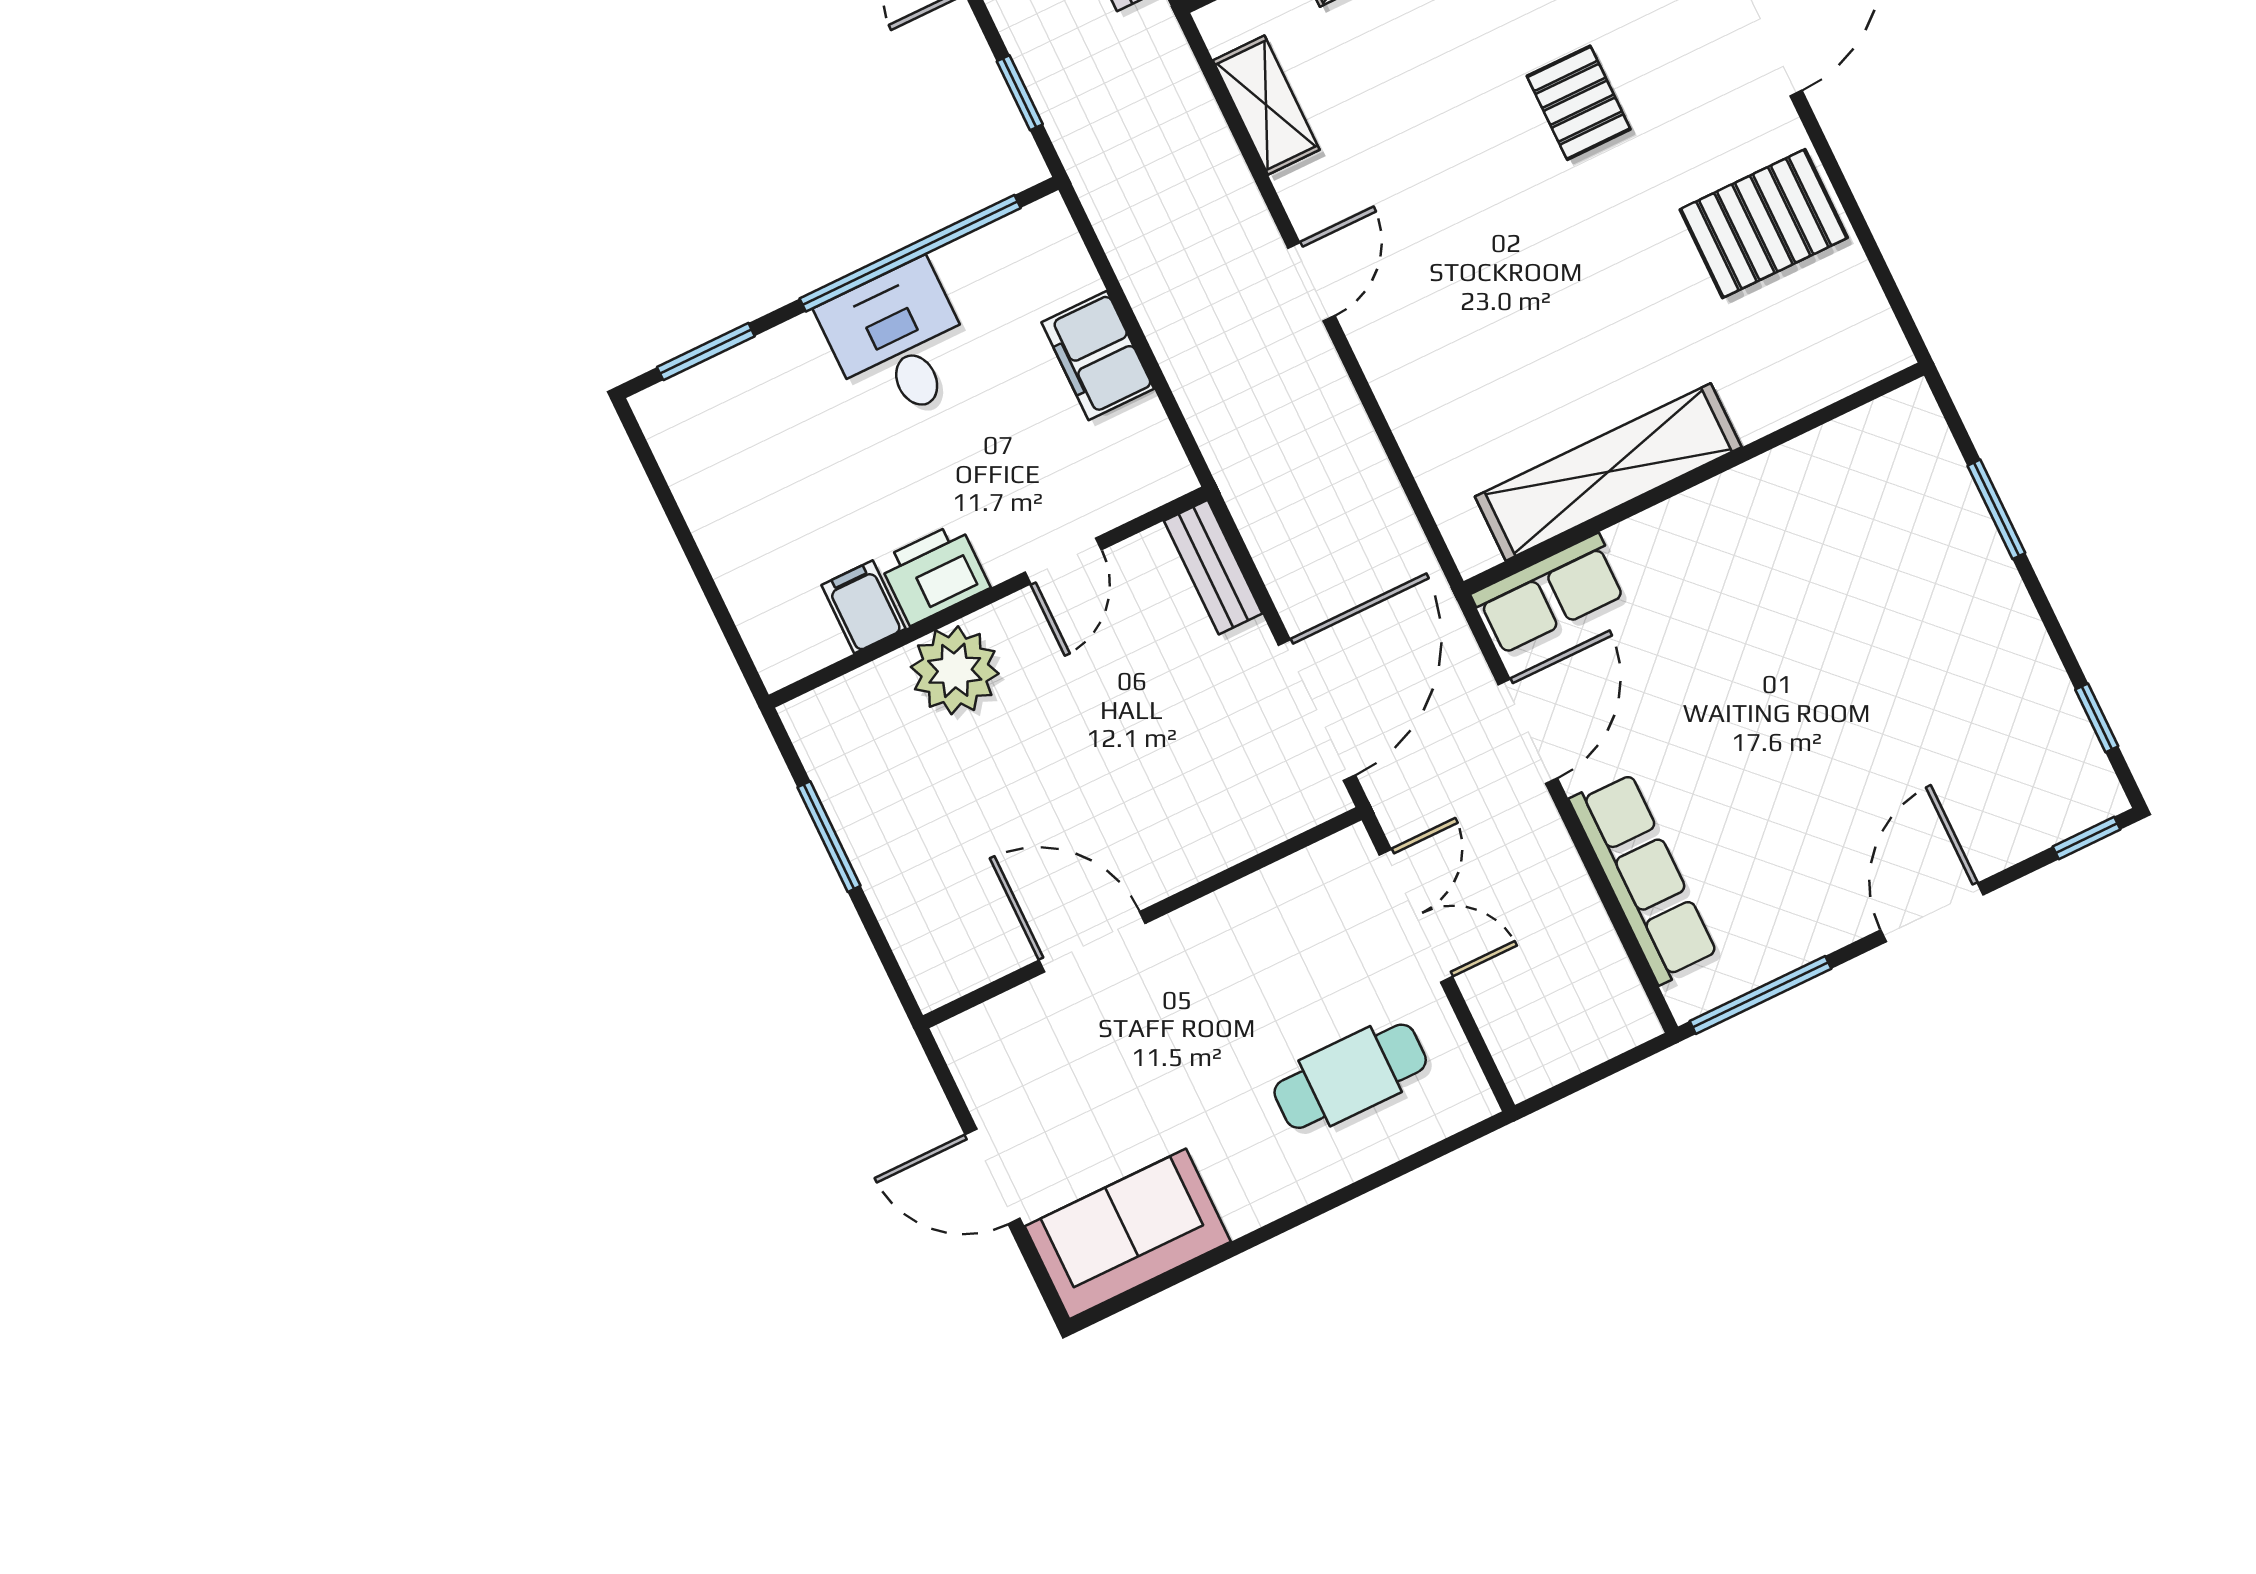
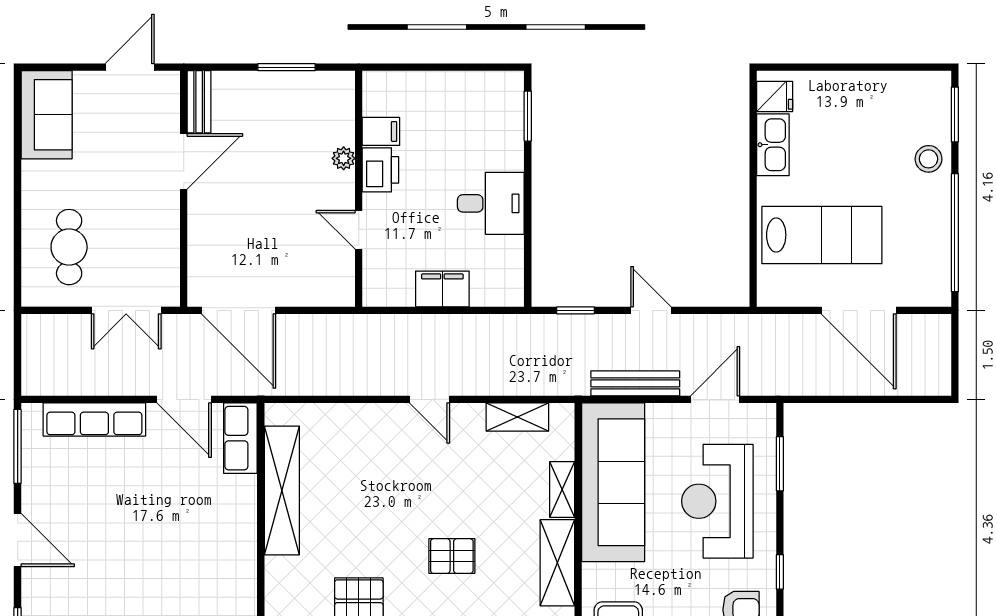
window: (910, 253) -> (528, 228), removed
bench: (1213, 567) -> (199, 102), moved, turned 90
plant: (955, 670) -> (344, 158), width x0.53, depth x0.53
door: (993, 1176) -> (130, 67), moved

